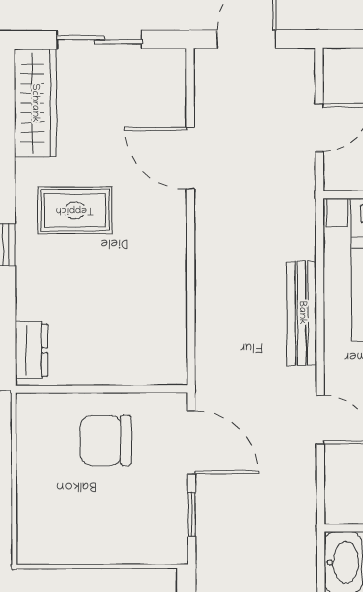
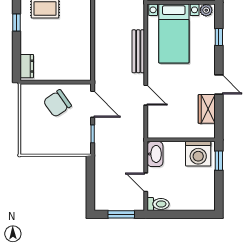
chair: (106, 440) -> (57, 103), turned -35

